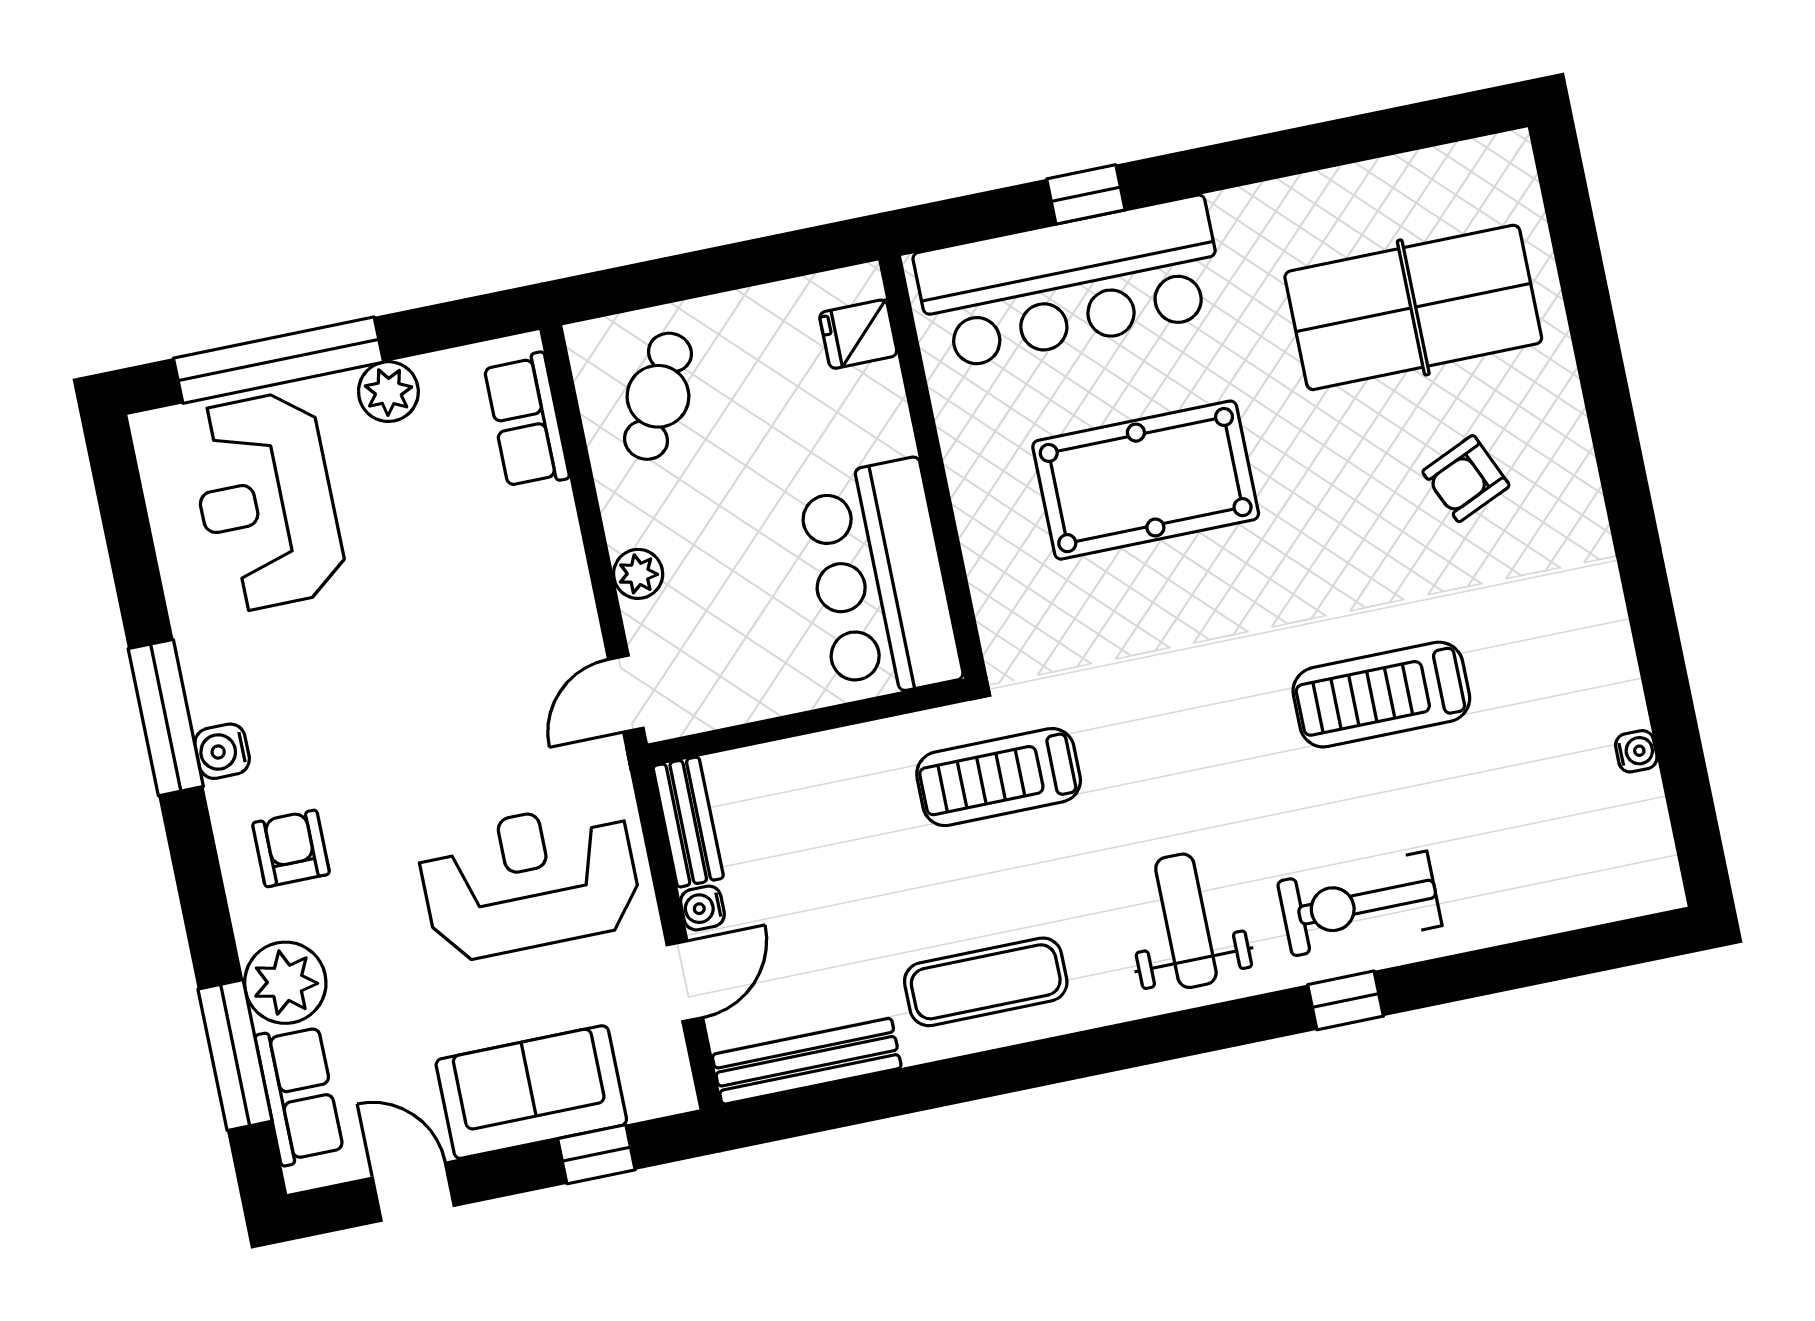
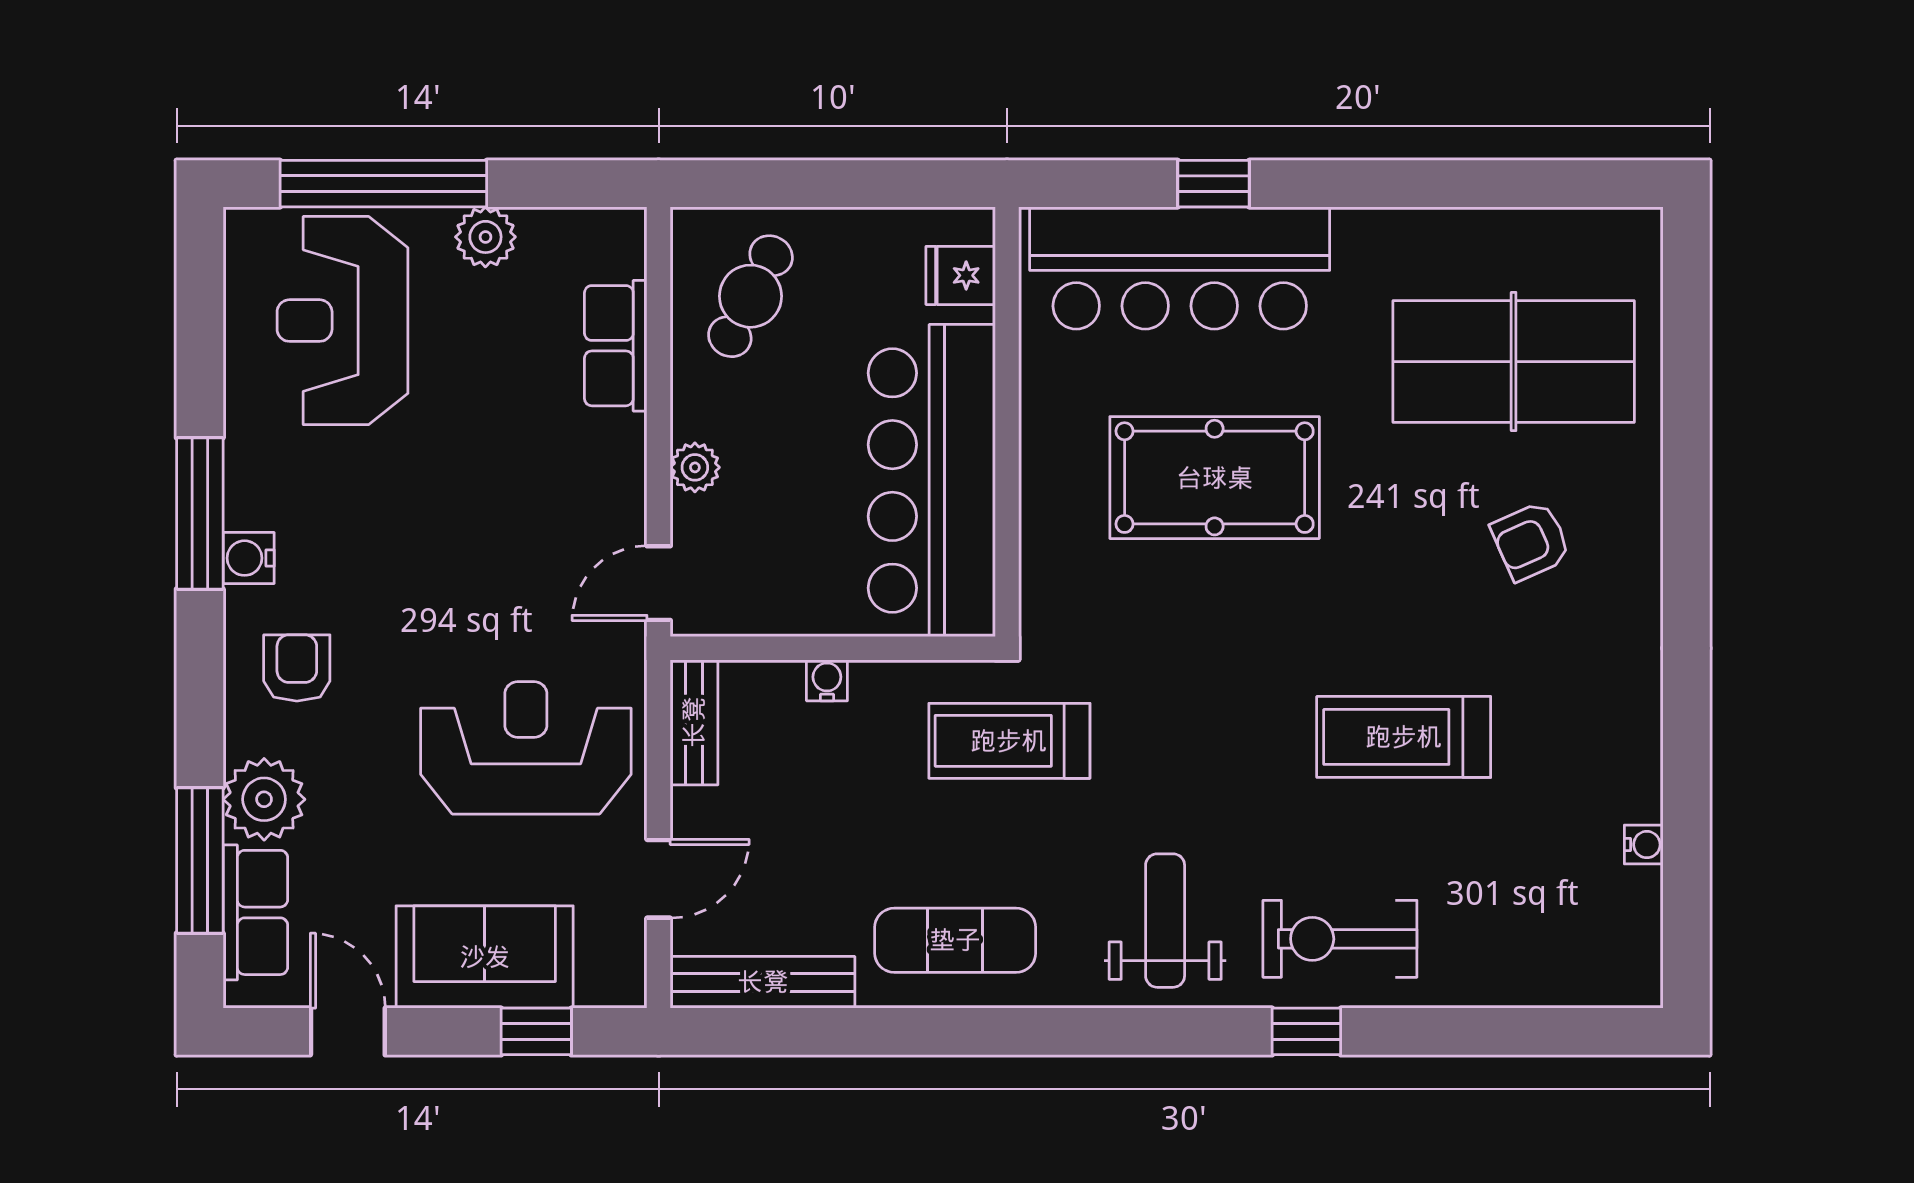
row of seats: (526, 421) -> (616, 346), moved
bar counter: (879, 580) -> (932, 481), width x1.36
water cooler: (702, 908) -> (827, 680), moved, turned 90

